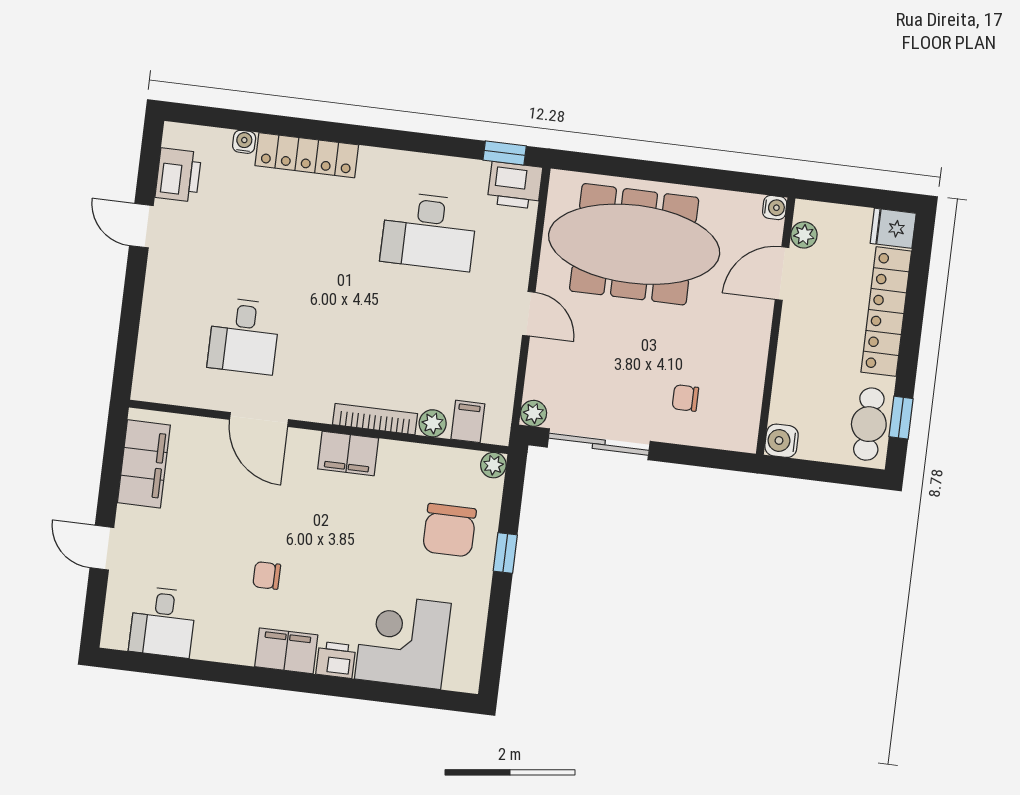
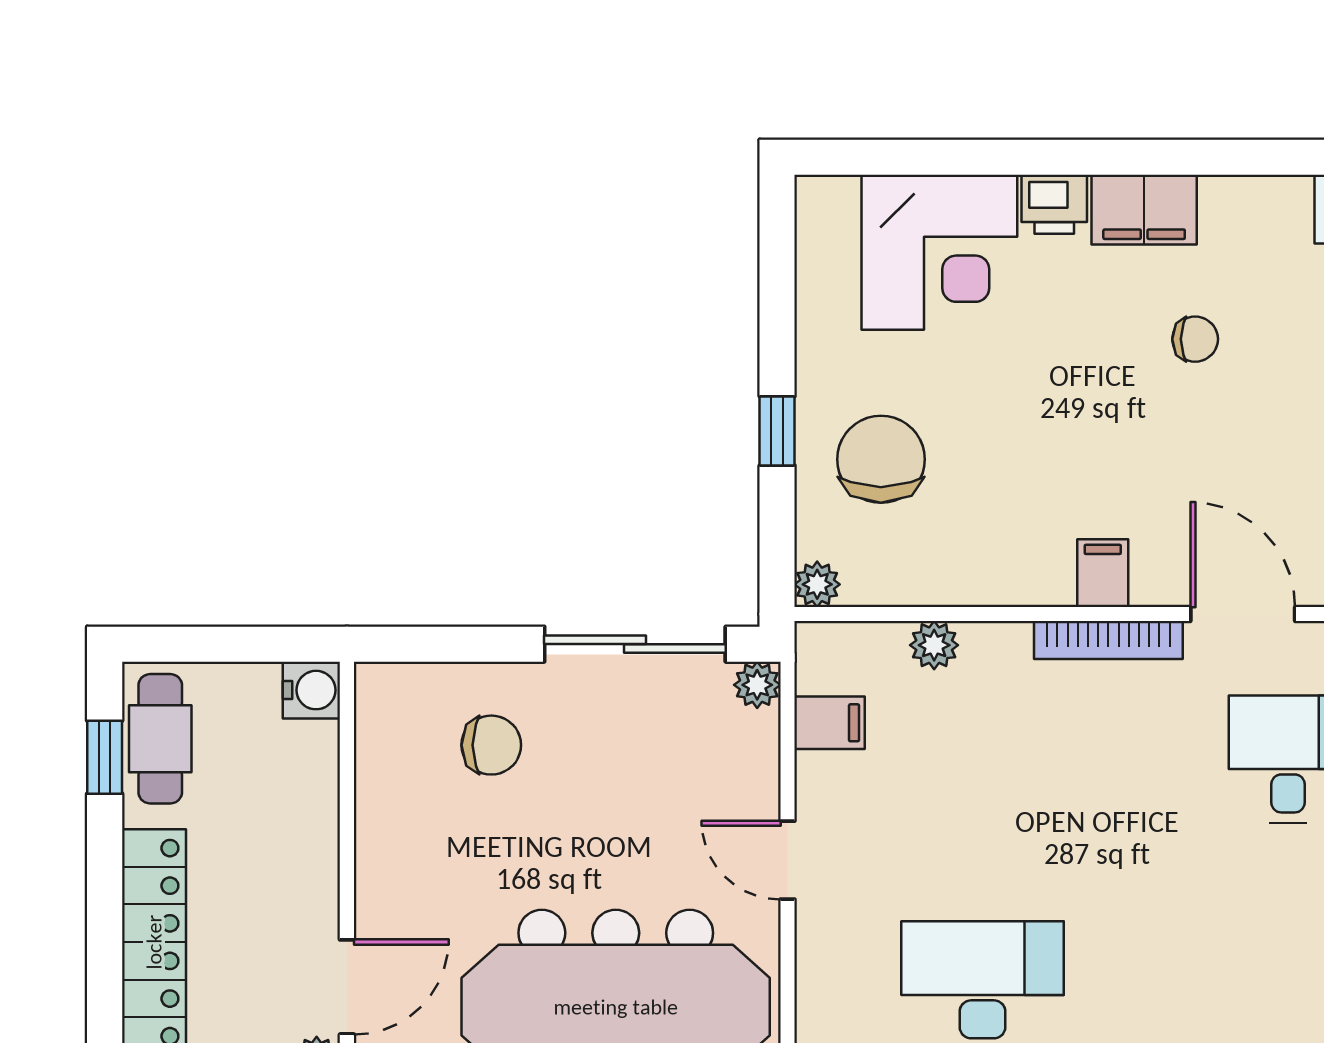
chair: (685, 398) -> (491, 745), width x1.37, depth x1.37
bookcase: (375, 419) -> (1108, 640), moved
filing cabinet: (468, 421) -> (829, 723), moved, turned -90
filing cabinet: (348, 454) -> (1103, 573), width x0.50

